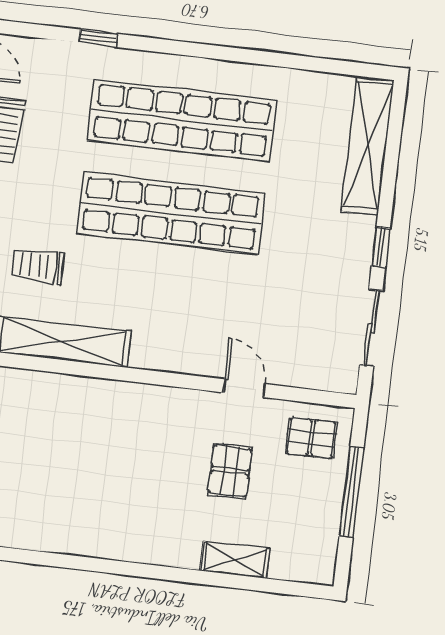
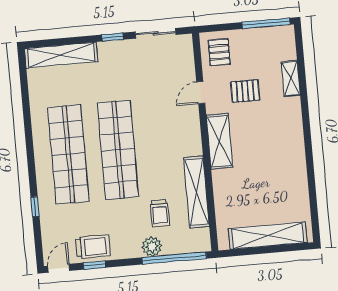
shelving: (147, 404) -> (219, 141), added
window: (352, 492) -> (266, 23), moved

